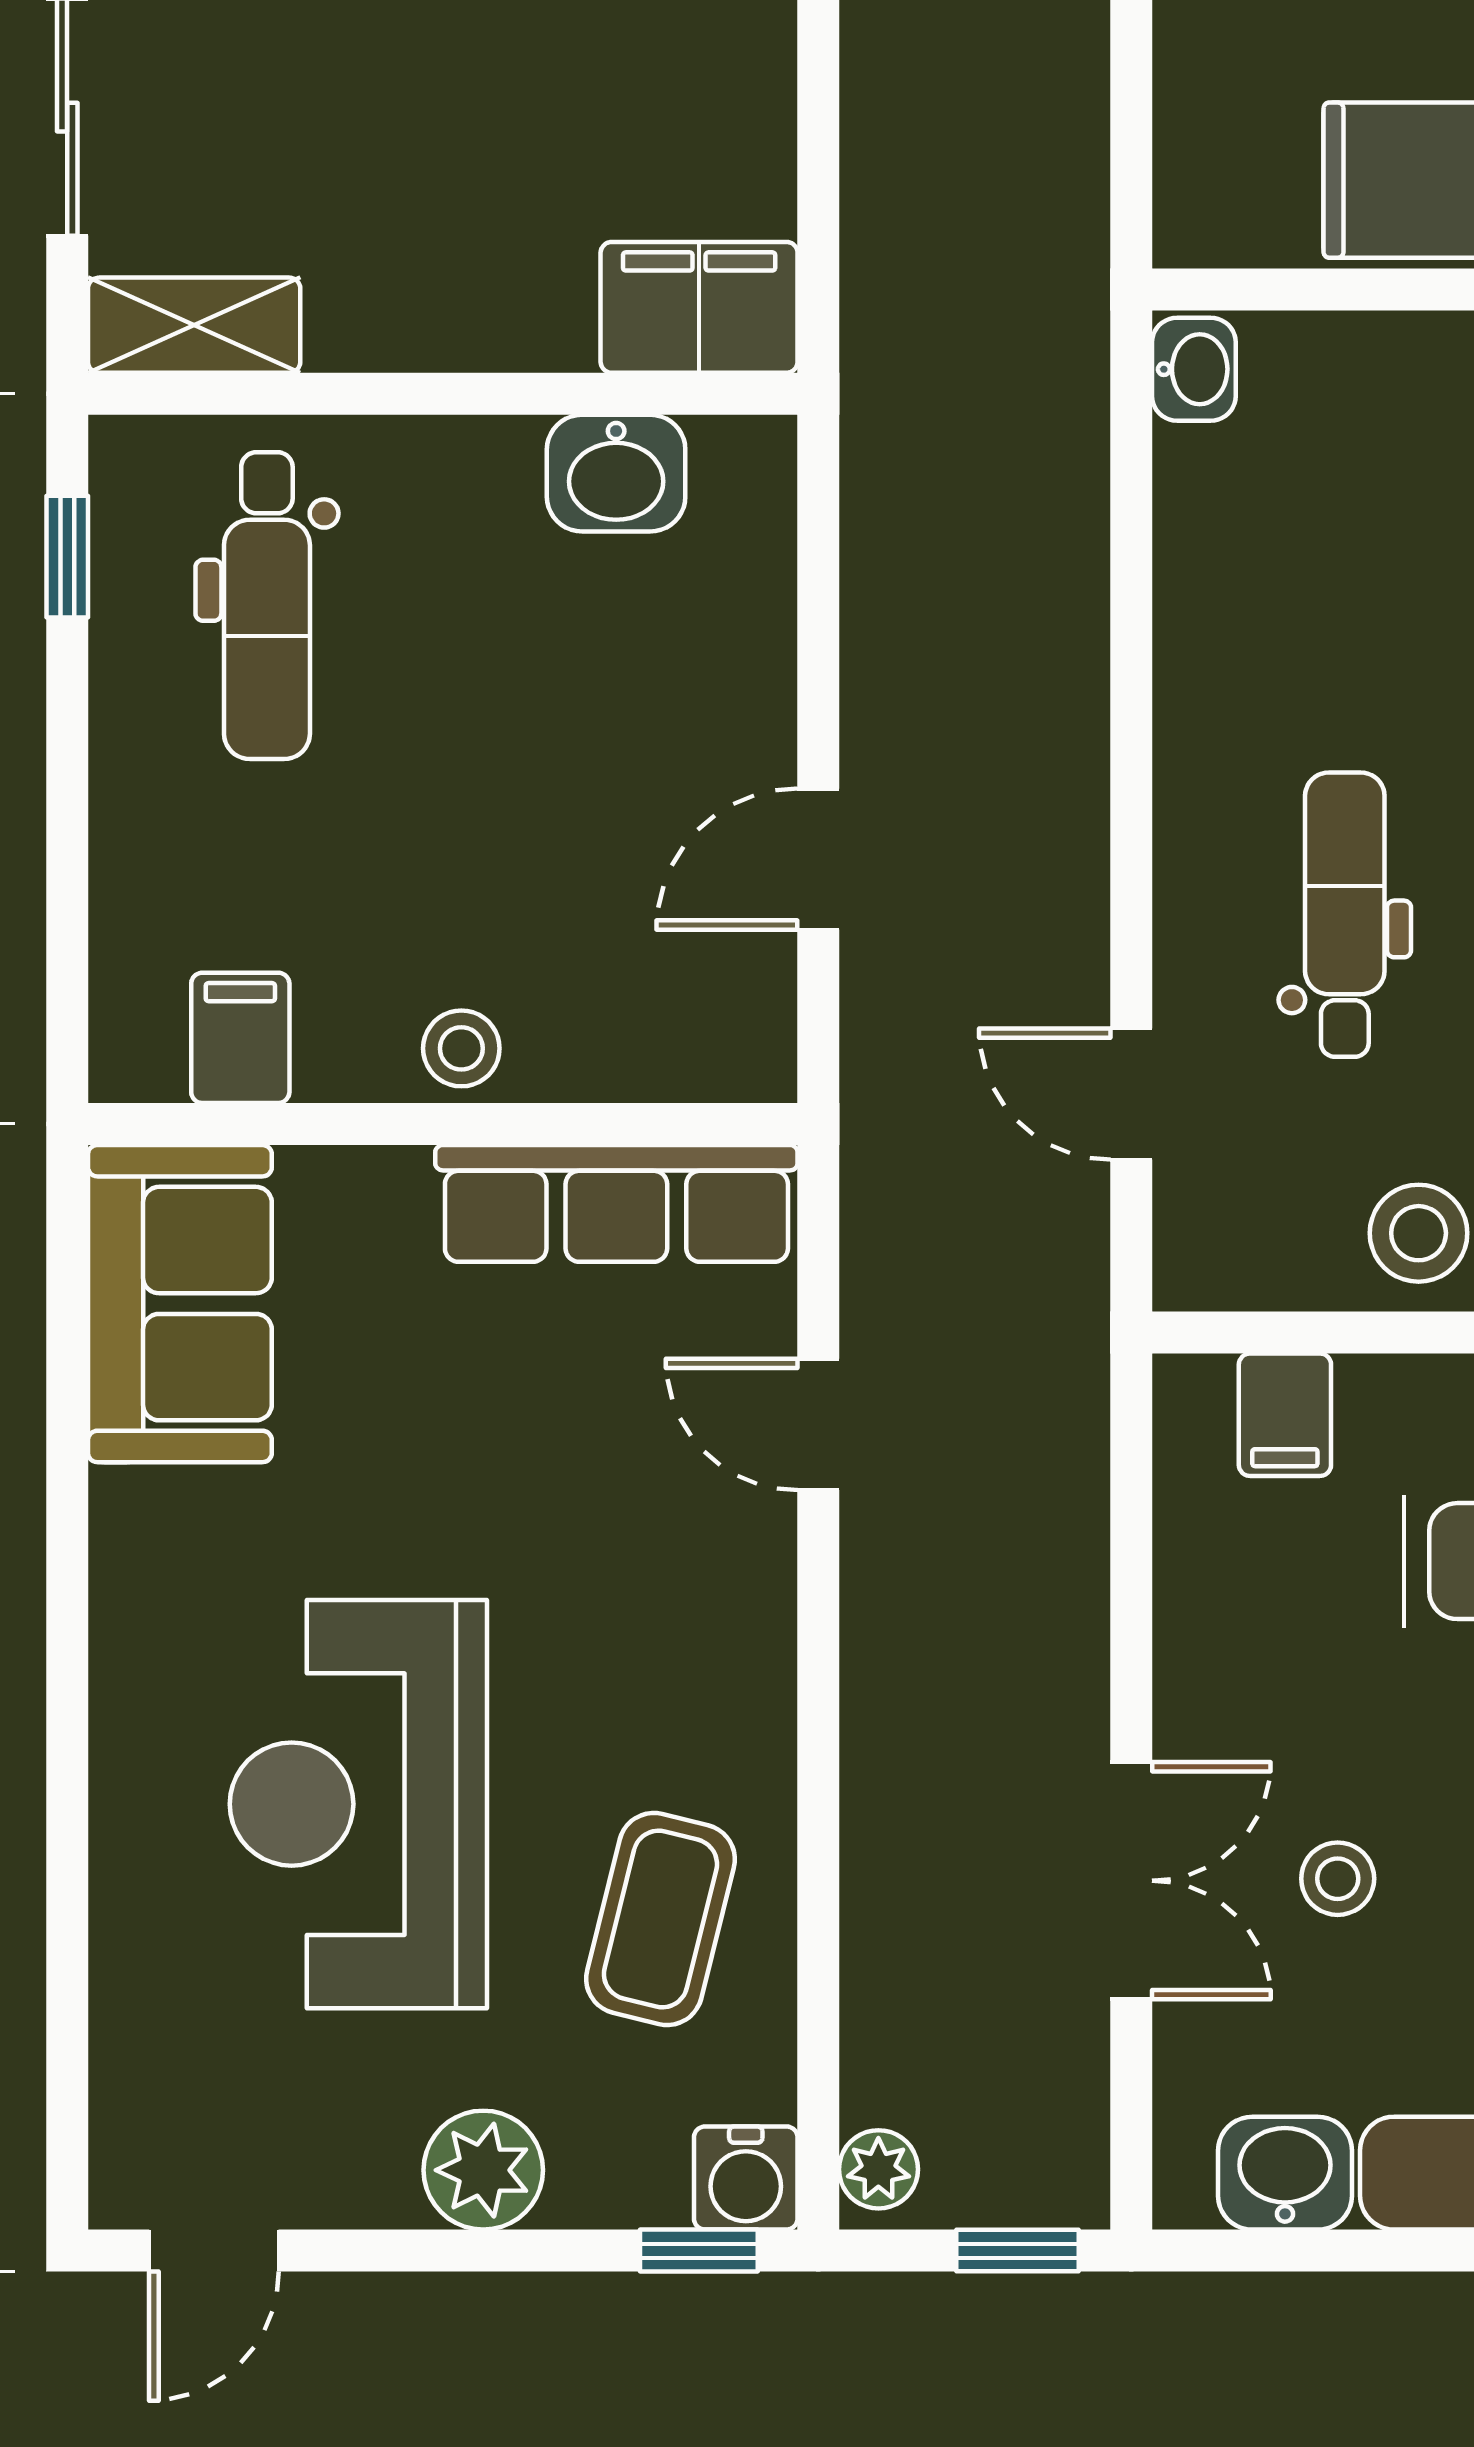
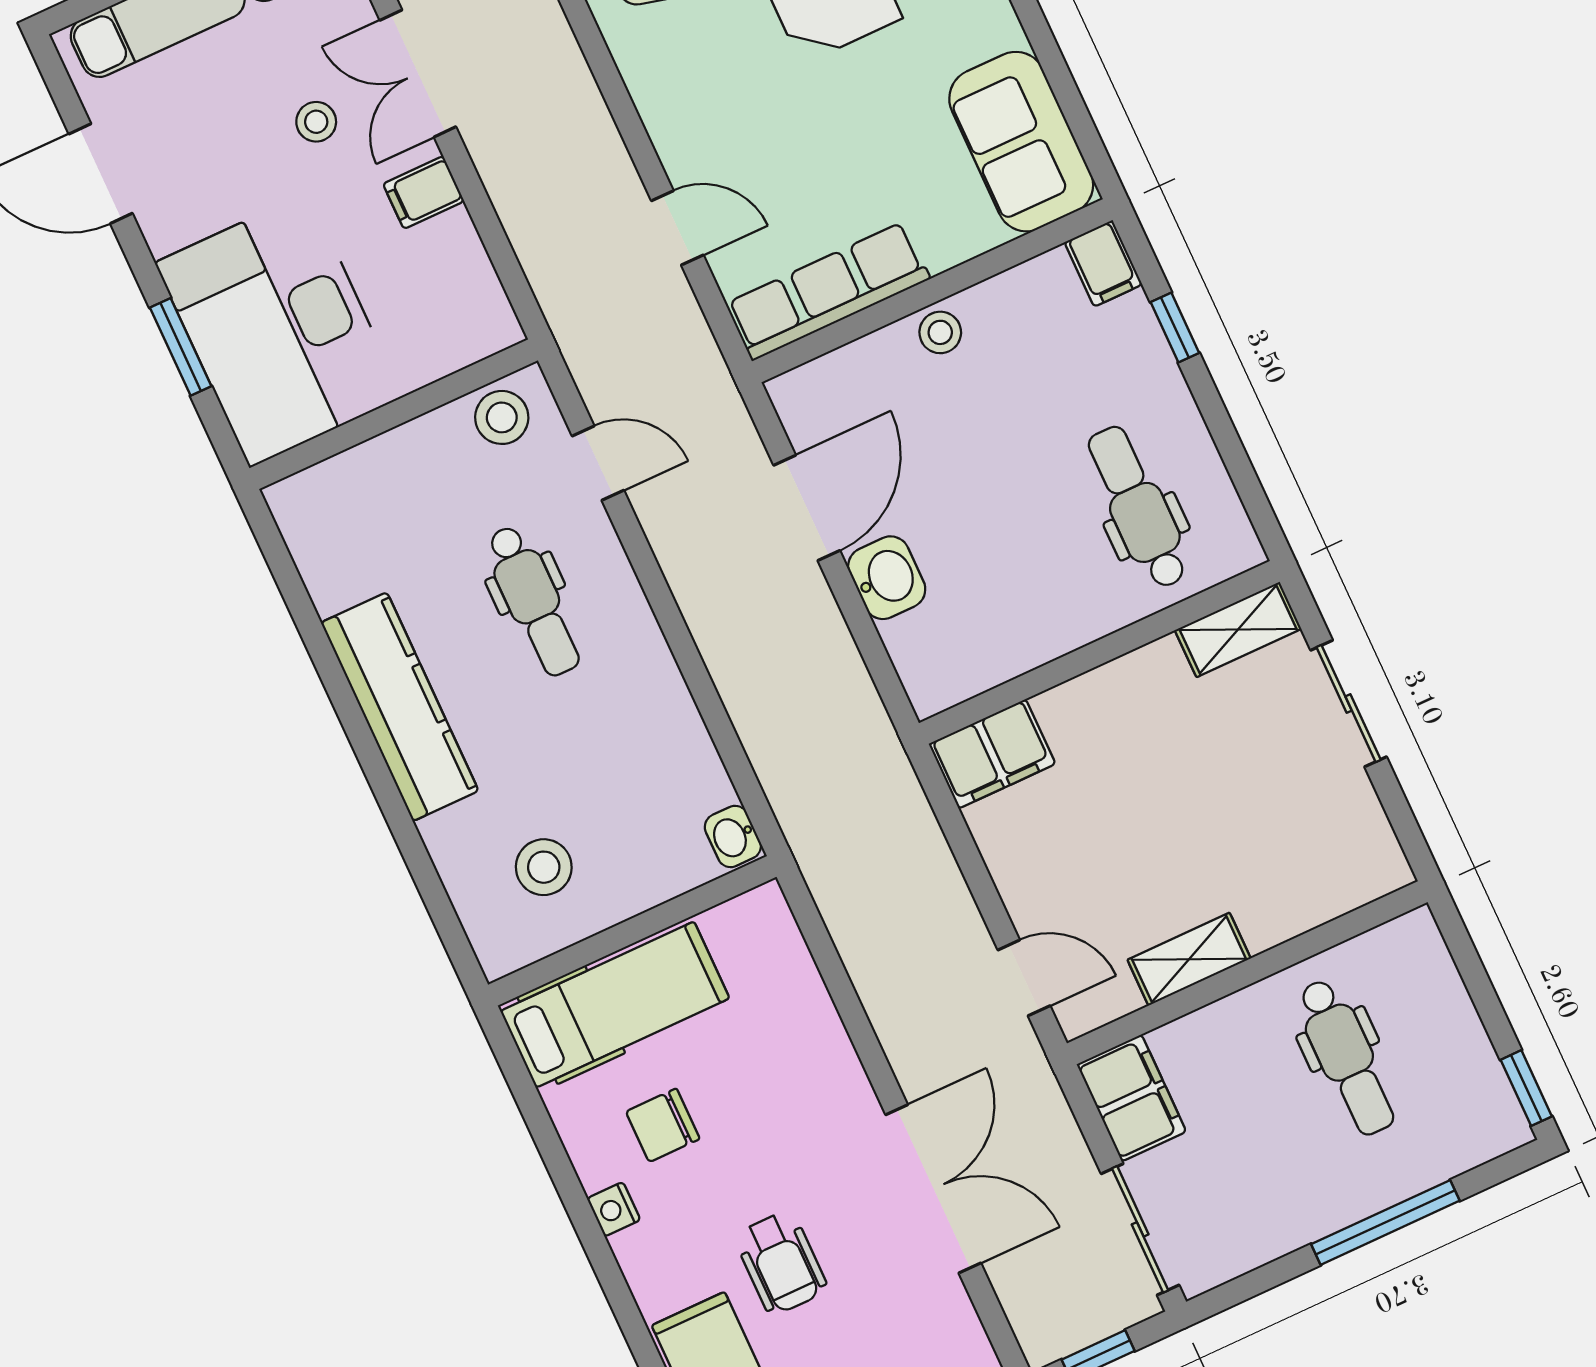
washbasin: (616, 473) -> (887, 578), moved, turned 90
window: (67, 557) -> (1175, 328), moved
door: (818, 859) -> (807, 508), width x1.38
filing cabinet: (240, 1038) -> (1103, 263), moved
stool: (1419, 1233) -> (502, 417), moved
filing cabinet: (1285, 1415) -> (424, 192), moved, turned -90

